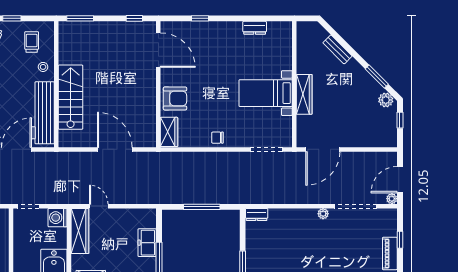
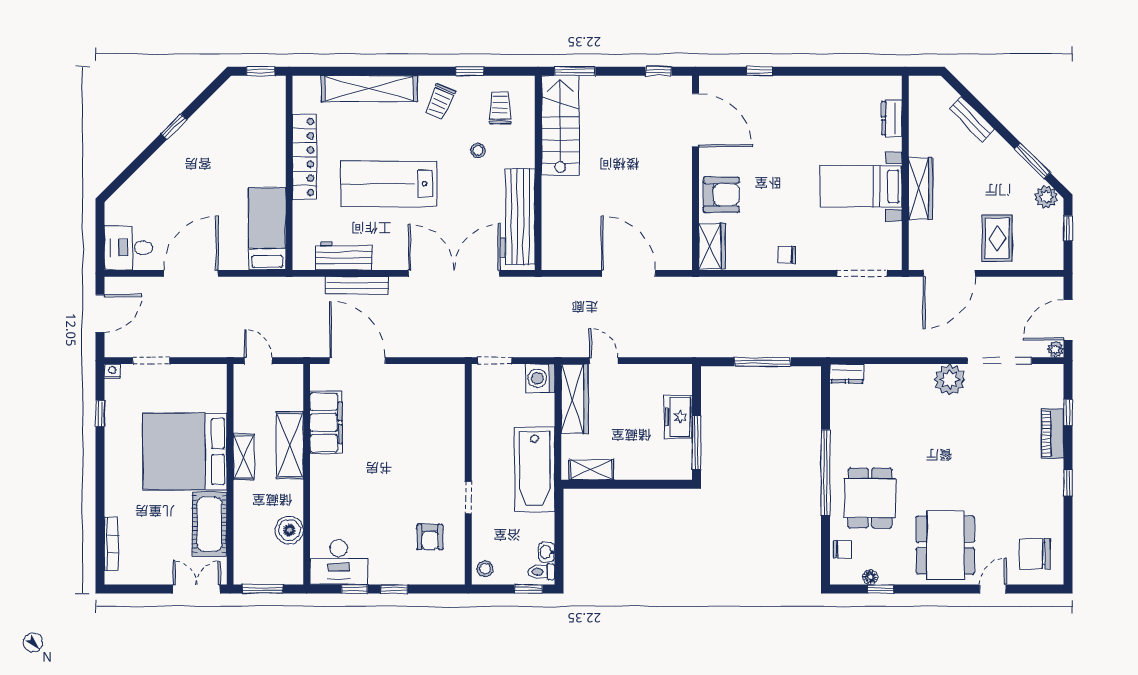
dresser: (255, 28) -> (892, 118), moved, turned 90
stool: (43, 67) -> (478, 150), moved
stairs: (71, 97) -> (560, 125), moved
rug: (354, 127) -> (997, 238), added
plant: (323, 214) -> (950, 380), width x1.88, depth x1.88

